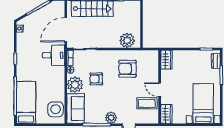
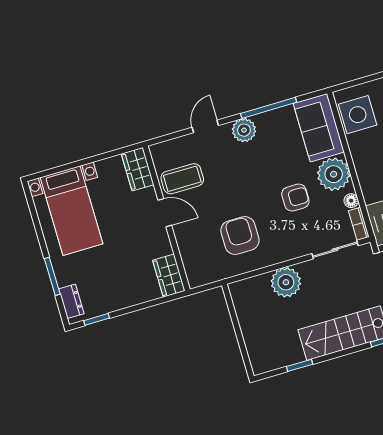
plant: (127, 40) -> (286, 282), moved
armchair: (127, 69) -> (240, 236), turned -90

